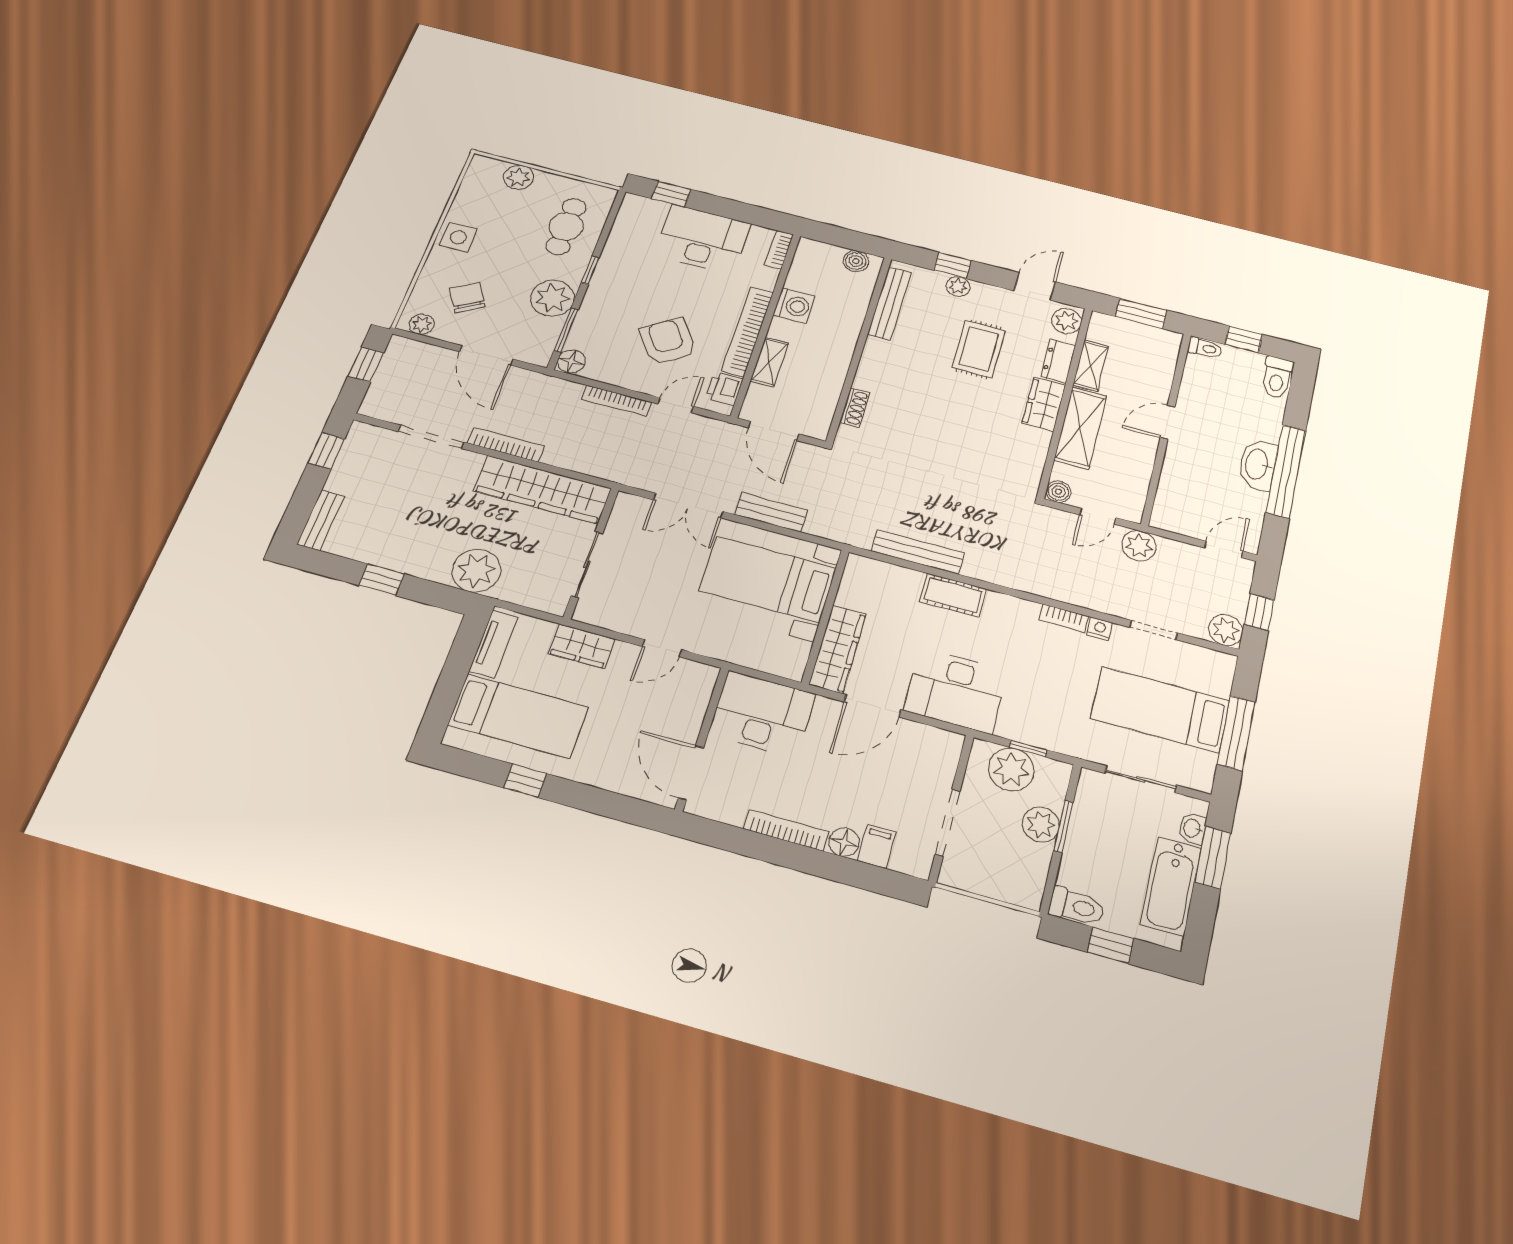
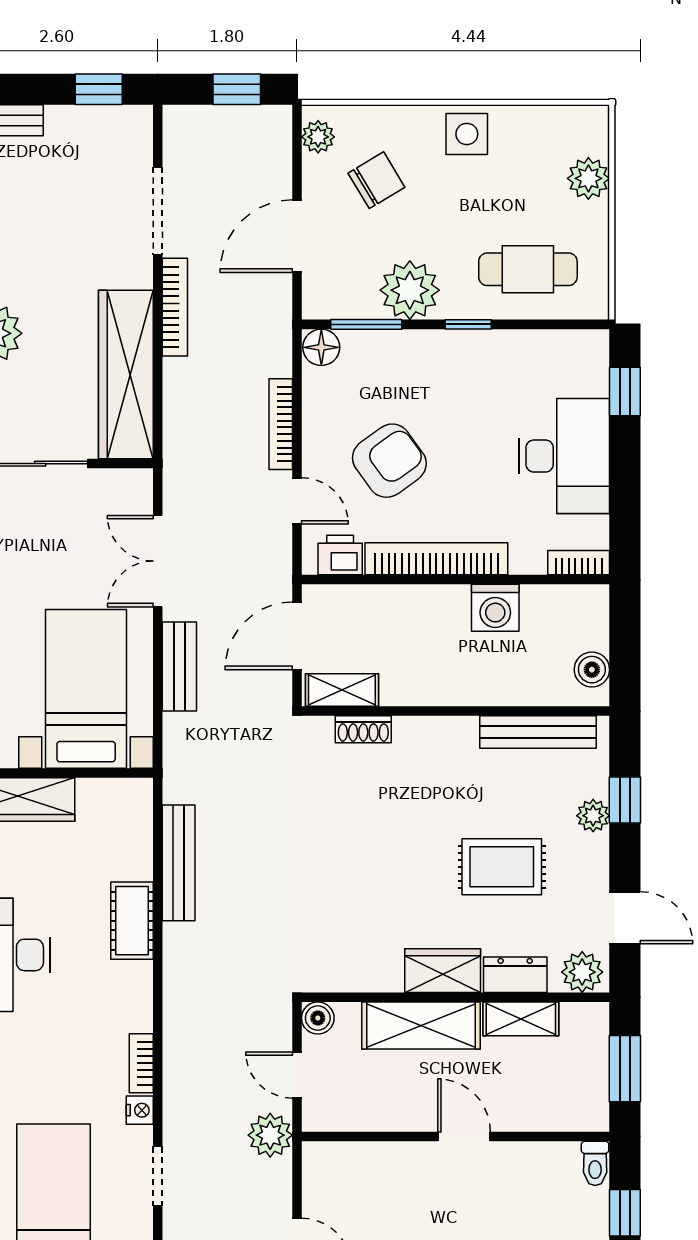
shelving: (769, 362) -> (342, 690), moved

